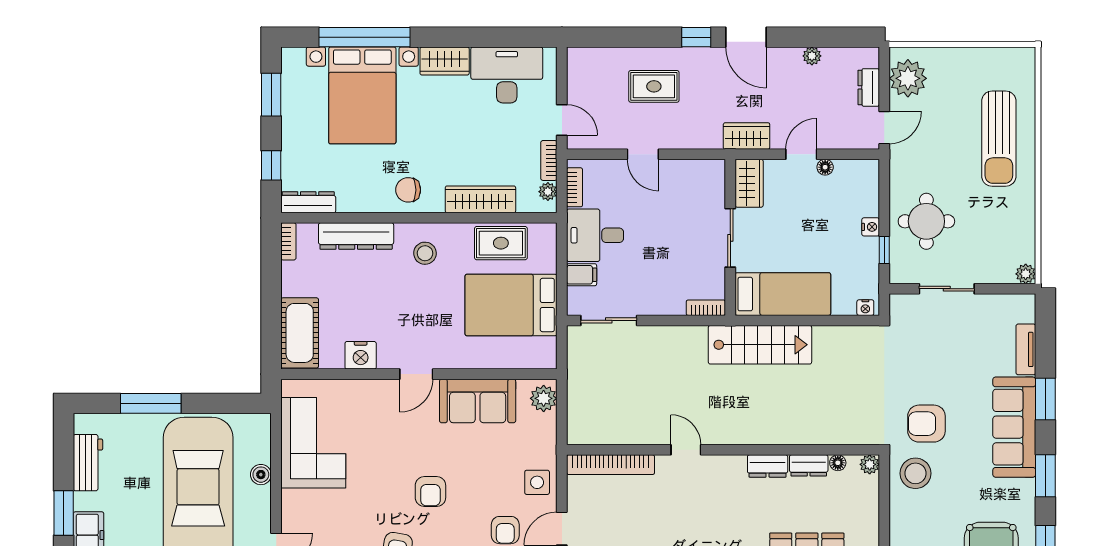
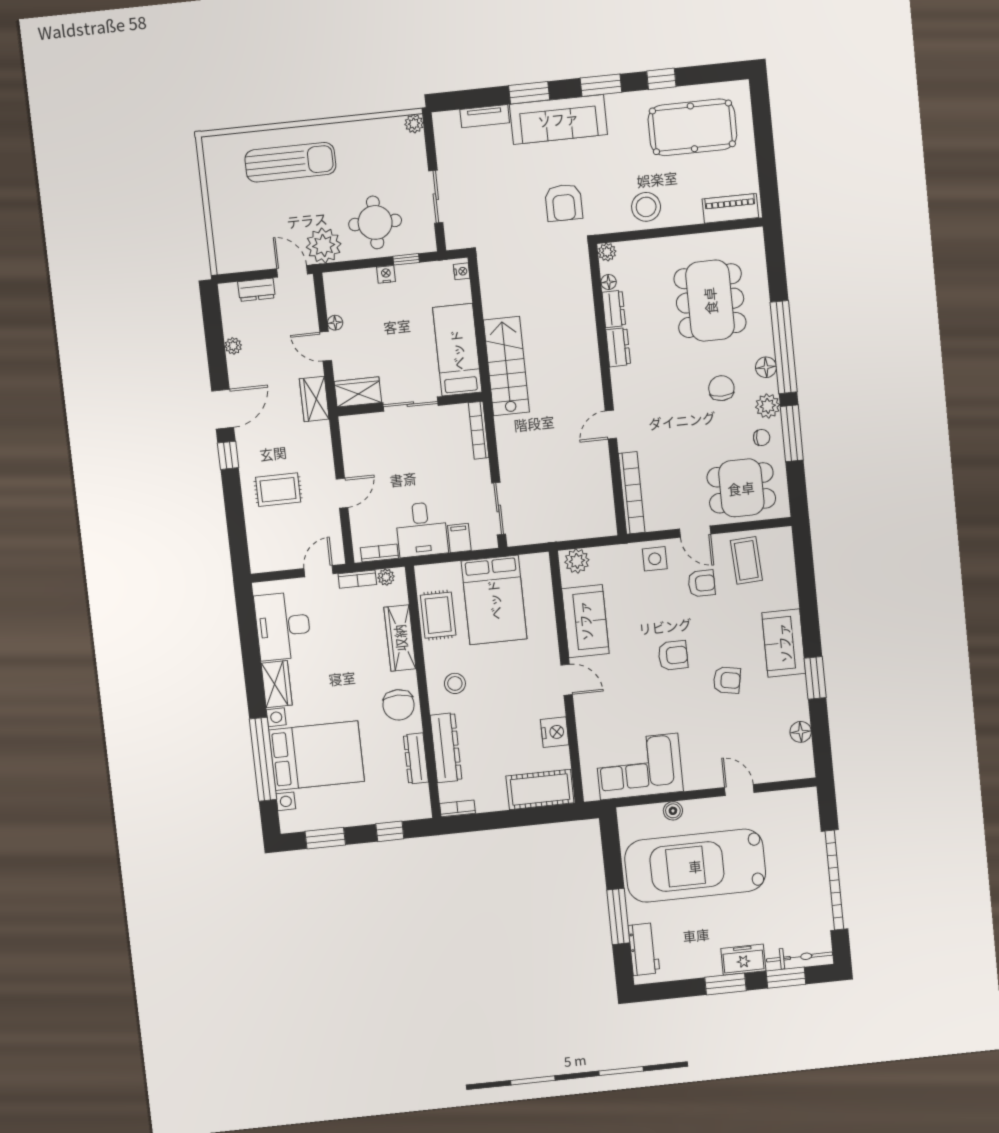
plant: (908, 78) -> (324, 245), moved
rug: (654, 86) -> (278, 490), turned 90
chair: (408, 190) -> (399, 705), width x1.37, depth x1.37
dresser: (308, 202) -> (416, 758), moved
bookcase: (706, 308) -> (479, 430), width x1.56
workbench: (88, 463) -> (644, 949), moved, turned 90
stool: (915, 473) -> (646, 207), moved

